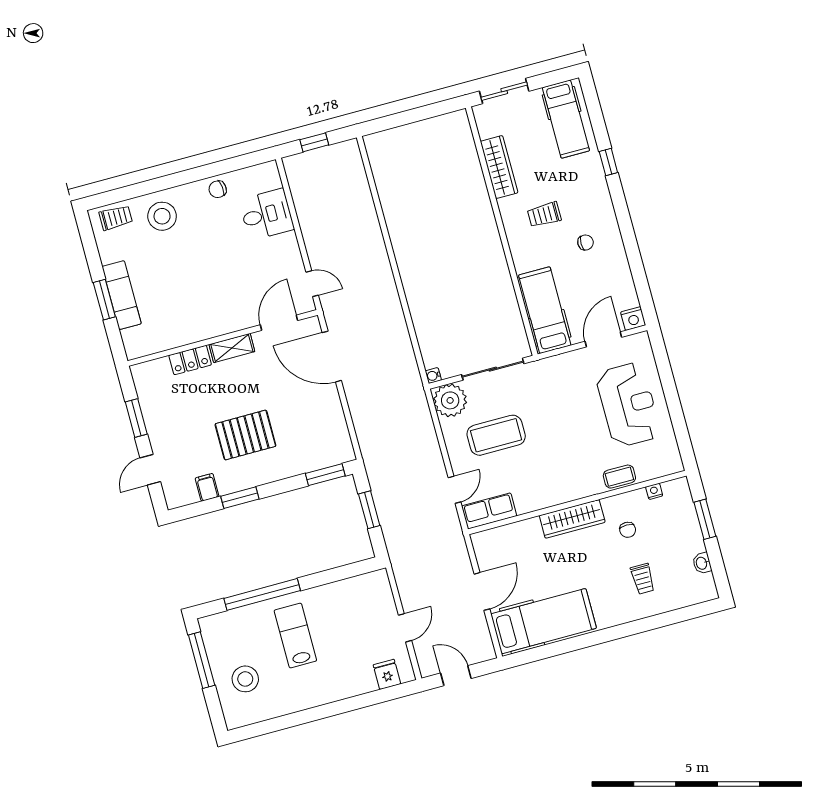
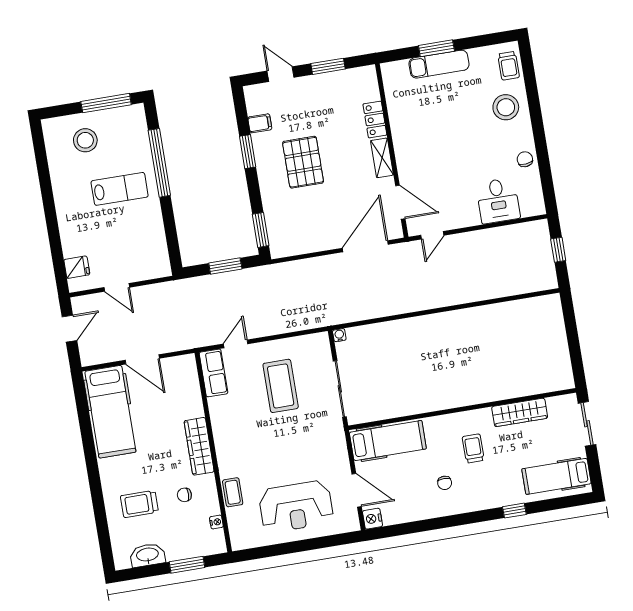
plant: (450, 400) -> (316, 348), removed
door: (454, 490) -> (236, 344), swing flipped
washbasin: (702, 563) -> (148, 555), width x1.91, depth x1.45
trolley: (643, 579) -> (139, 504), width x1.36, depth x1.39

